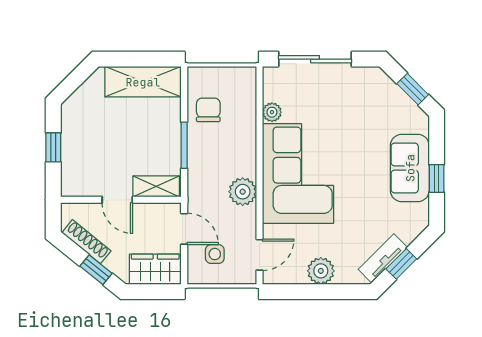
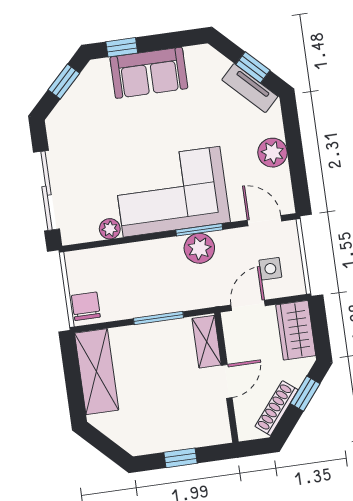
chair: (208, 110) -> (86, 306), moved, turned 90
window: (437, 179) -> (122, 47), moved
window: (260, 194) -> (199, 230), added

